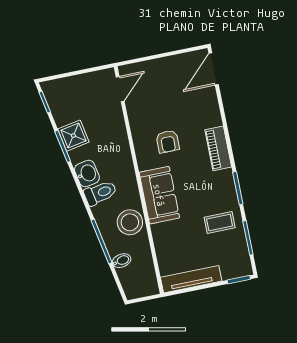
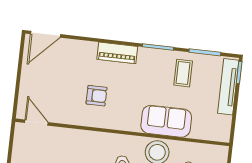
door: (214, 69) -> (46, 34), hinge flipped
sofa: (159, 195) -> (166, 121), moved
tv unit: (191, 279) -> (228, 87), moved

